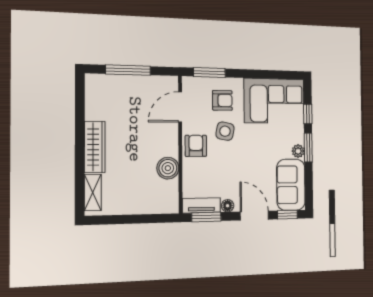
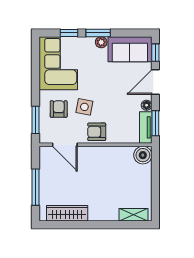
wardrobe: (95, 147) -> (67, 213), moved
boiler: (168, 168) -> (143, 155), moved

